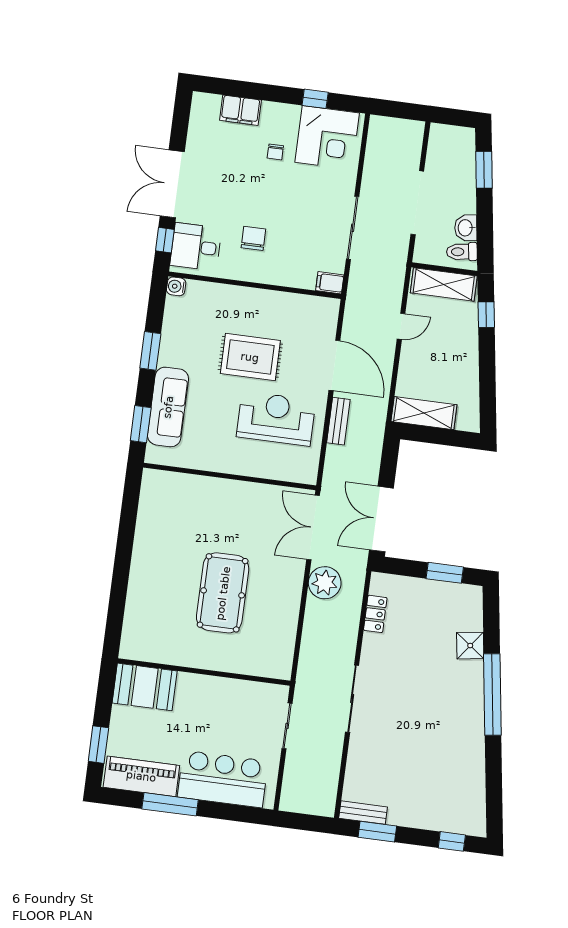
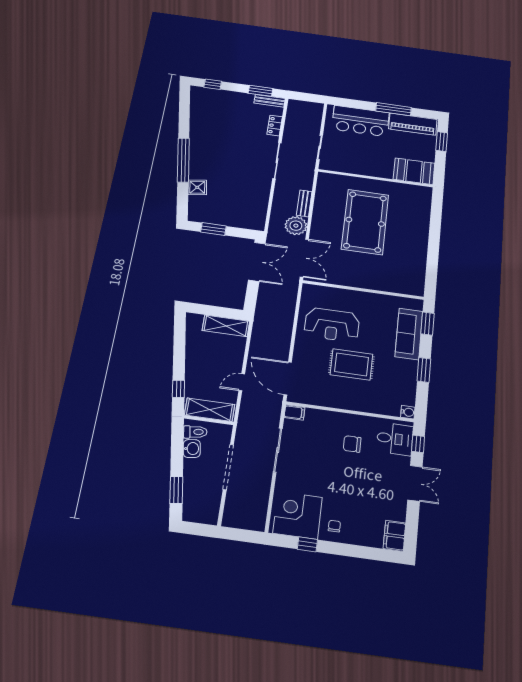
filing cabinet: (240, 110) -> (394, 536), moved, turned -90
chair: (275, 152) -> (334, 526), moved
double door: (172, 184) -> (415, 483), width x0.73
chair: (253, 238) -> (352, 444), turned 90
door: (334, 365) -> (288, 378), moved
bench: (338, 421) -> (304, 203), moved
pool table: (223, 593) -> (365, 222), width x1.36, depth x1.32
locker: (375, 614) -> (275, 126), moved

